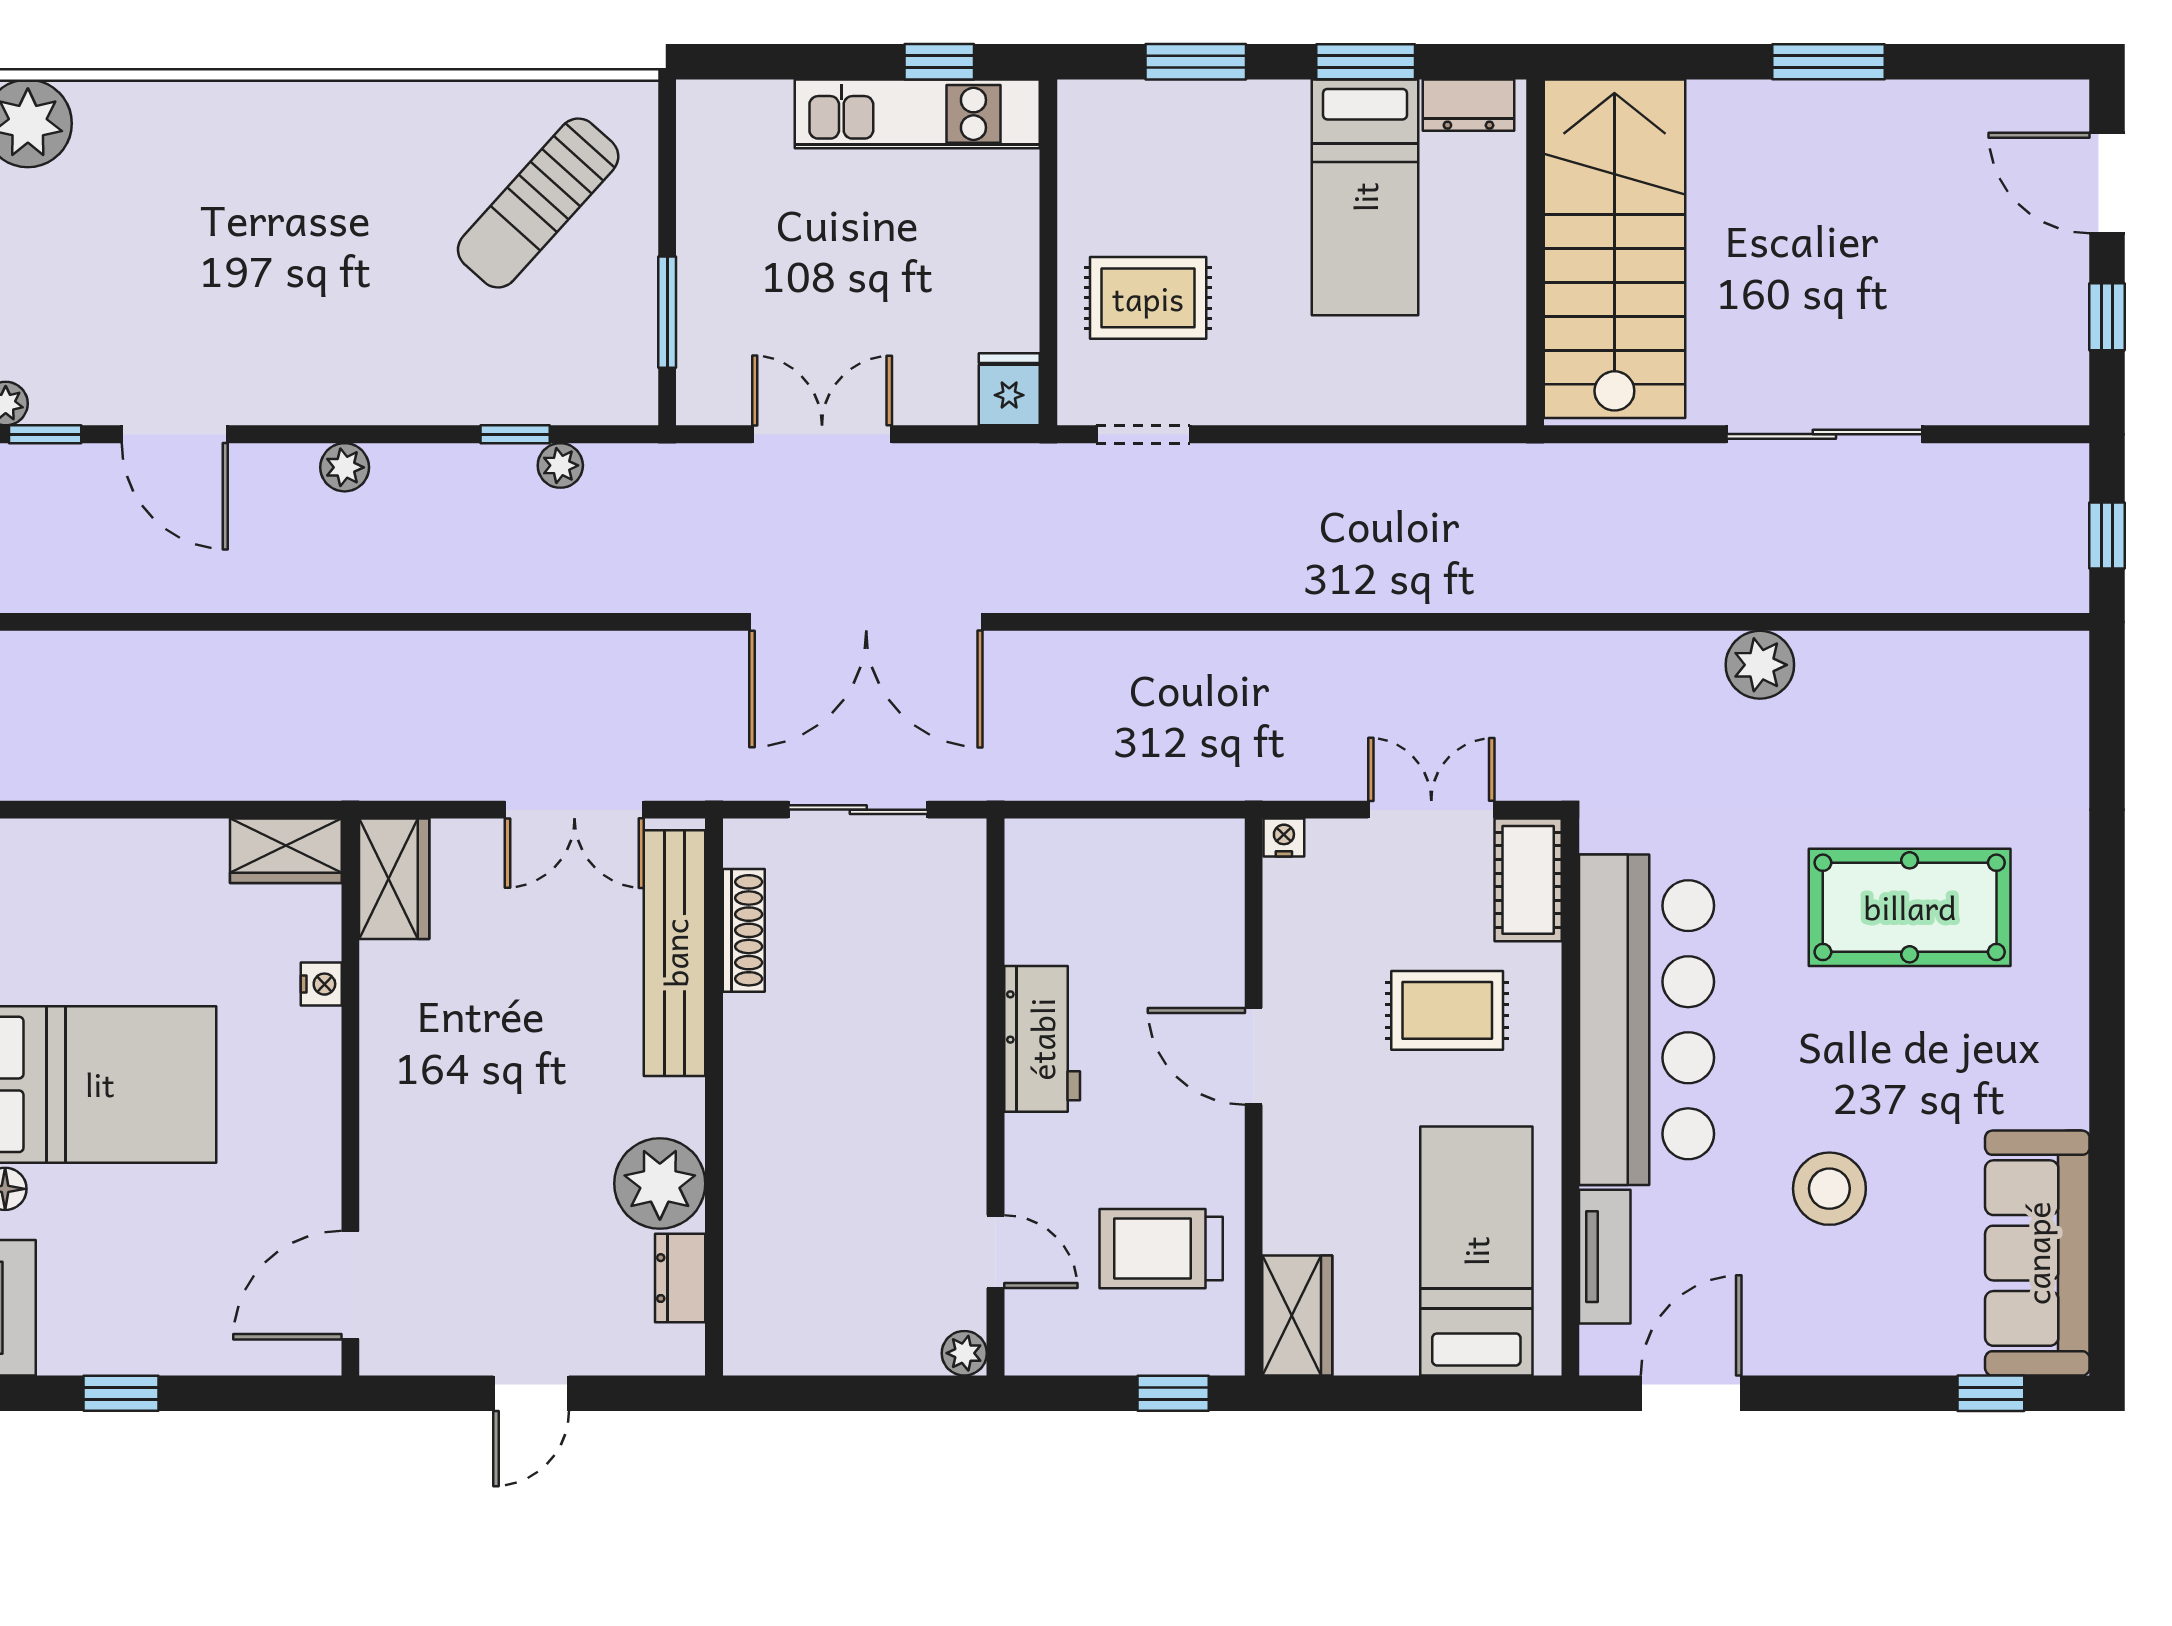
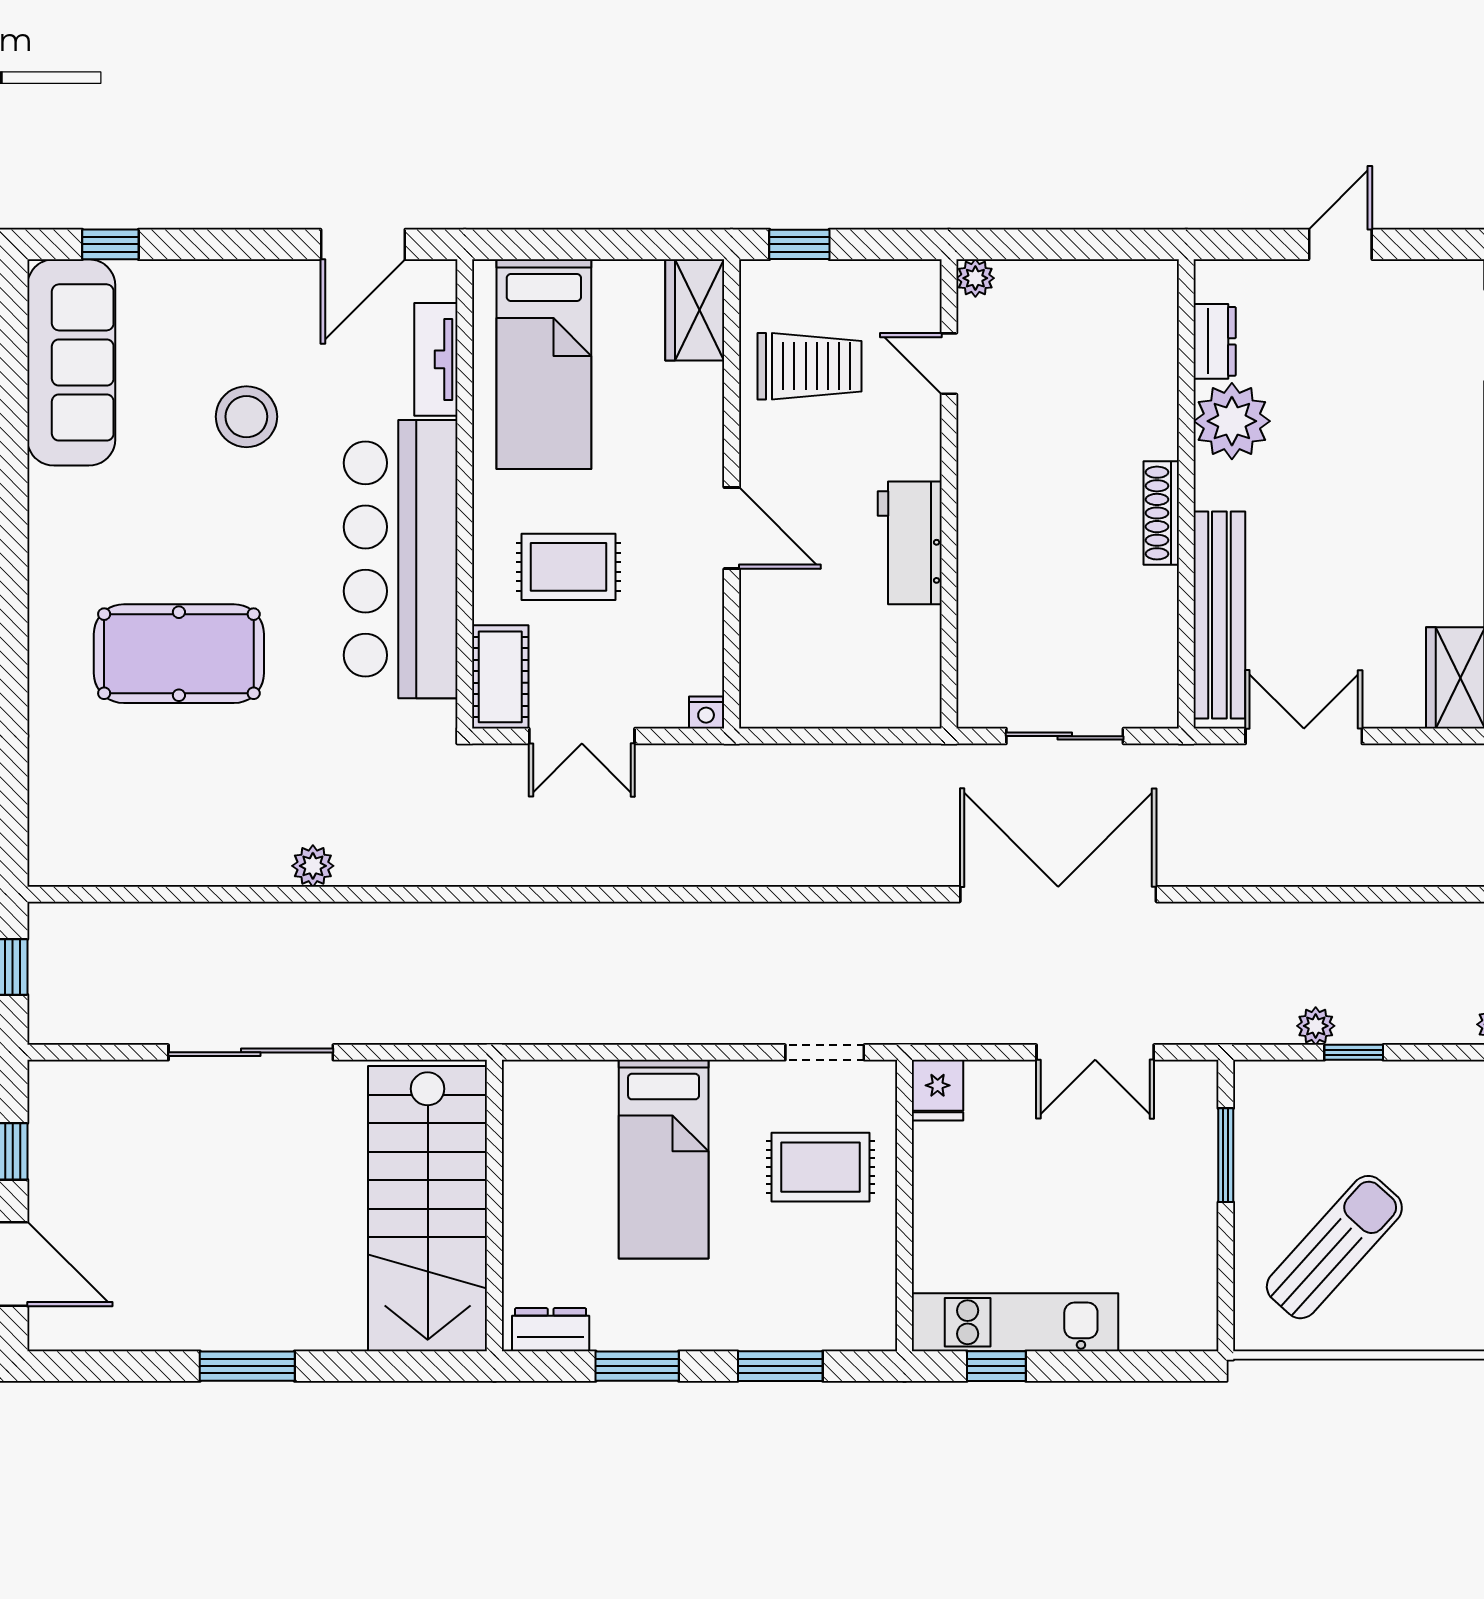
bed: (1365, 197) -> (664, 1159), moved, turned 180
plant: (1760, 665) -> (313, 866), width x0.73, depth x0.73
shoe rack: (744, 930) -> (1161, 513), moved

